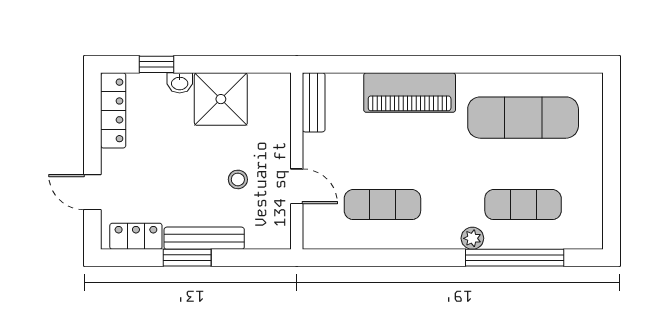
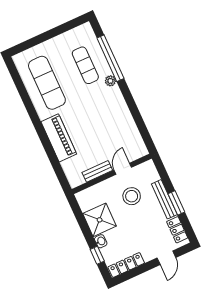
bench: (314, 102) -> (97, 171), moved
stool: (238, 179) -> (132, 196), width x1.89, depth x1.89
exercise mat: (382, 205) -> (114, 127), removed

